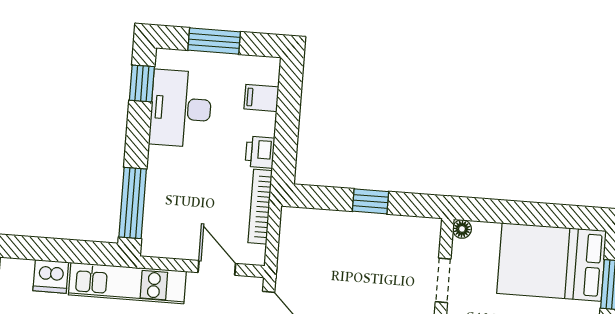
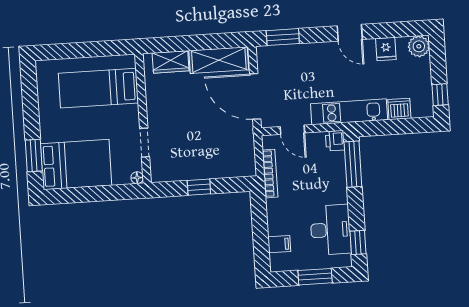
printer: (260, 152) -> (335, 141), moved, turned 180

